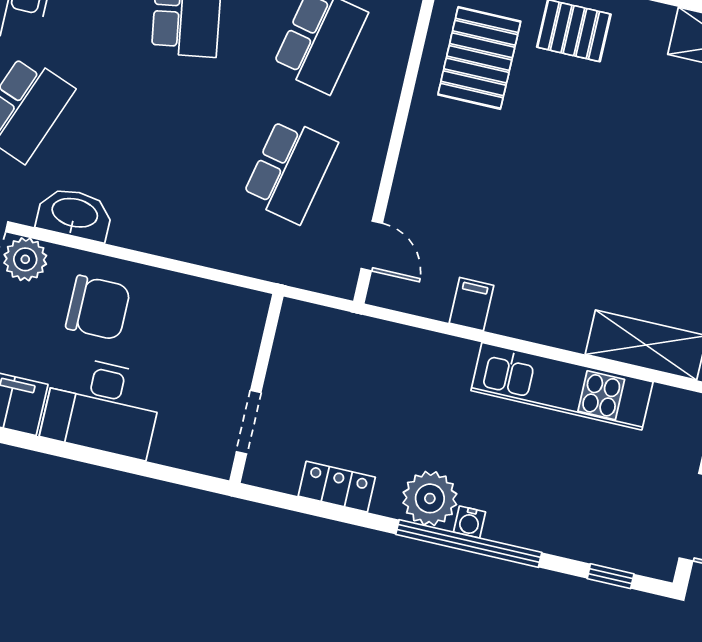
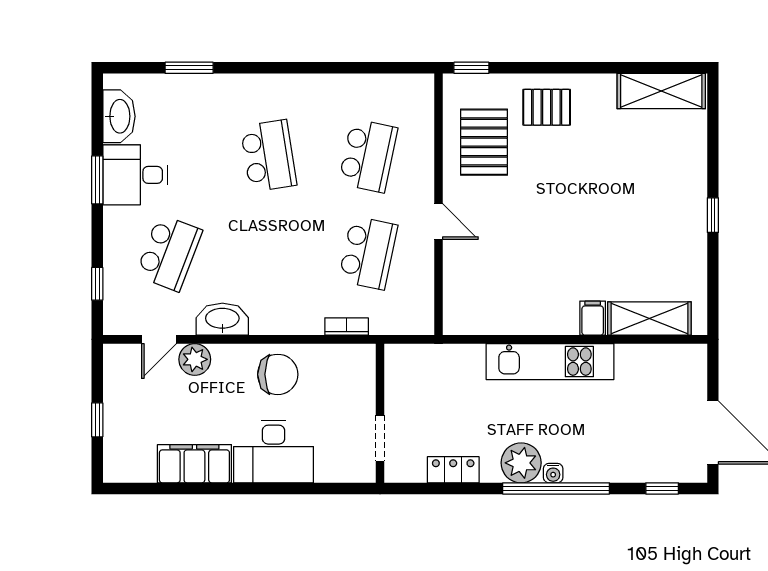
door: (372, 246) -> (438, 222), moved
bookcase: (238, 262) -> (347, 327), added
filing cabinet: (471, 304) -> (593, 318), moved
chair: (98, 308) -> (278, 374), moved
kitchen unit: (562, 386) -> (550, 362), moved

